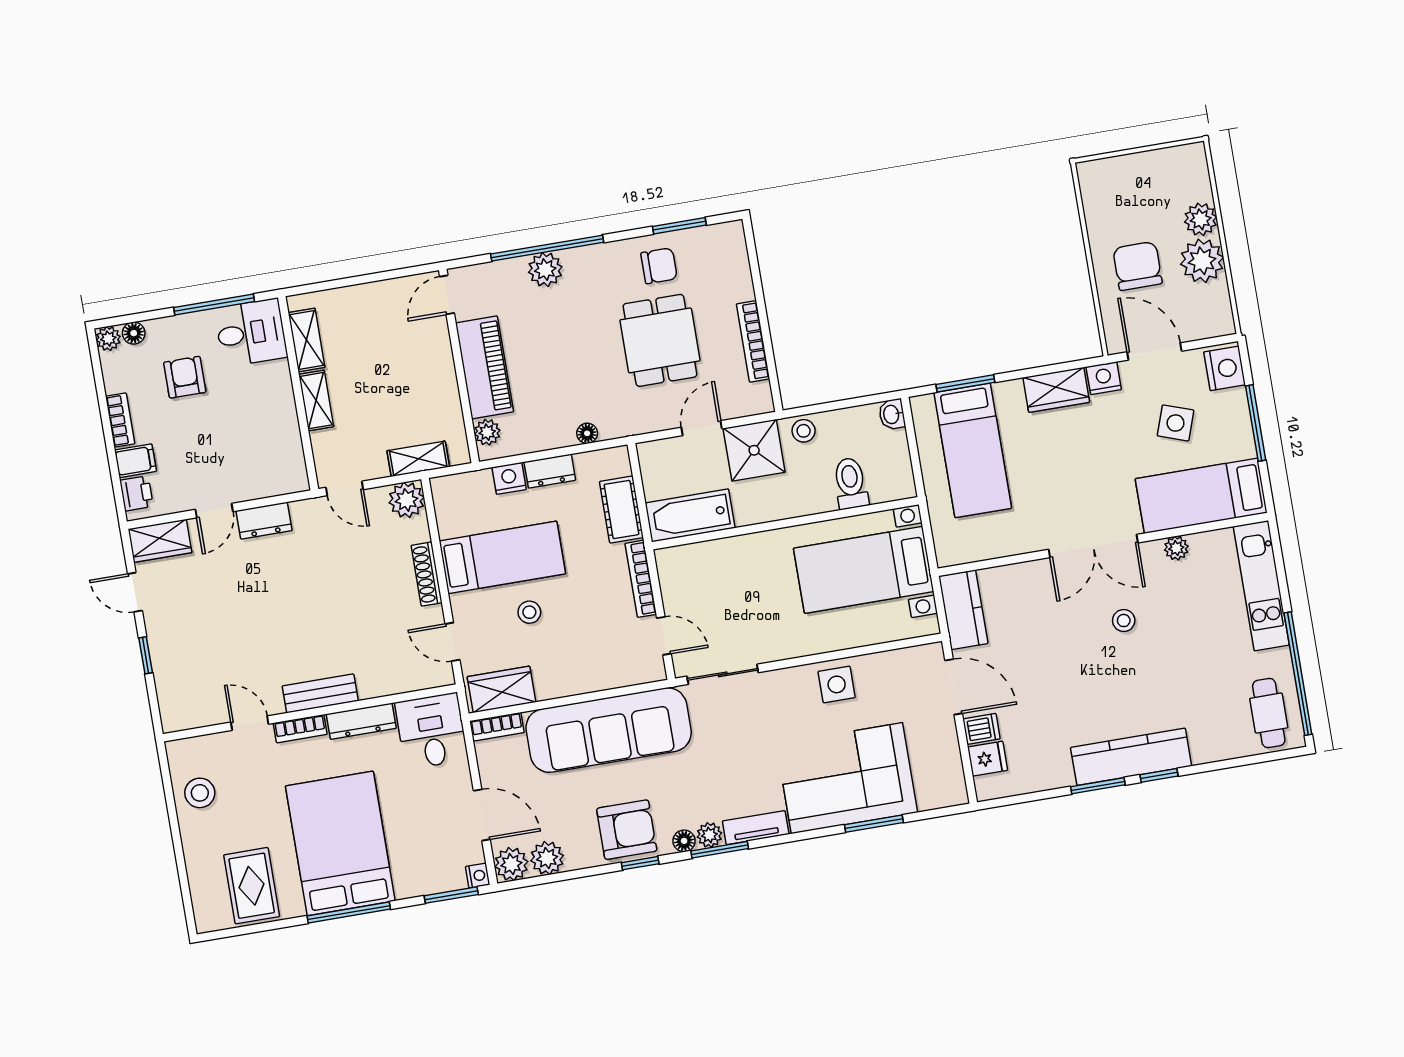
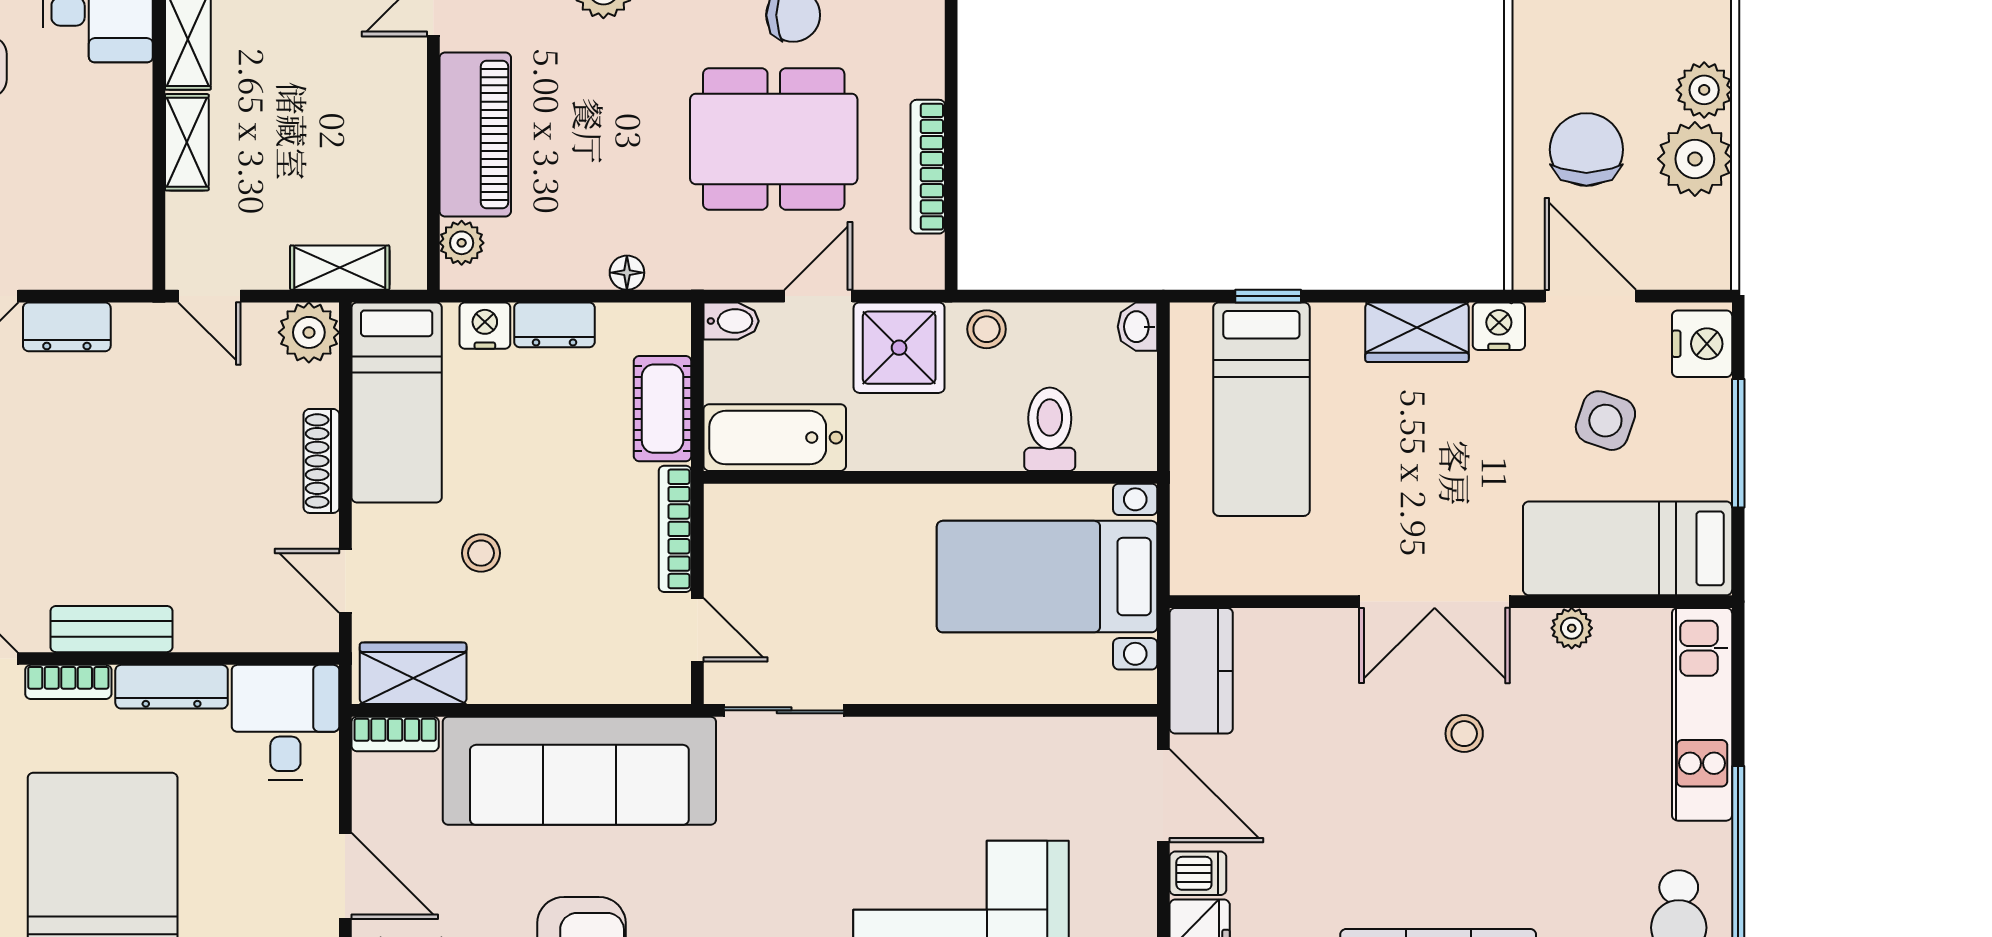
dining table: (660, 340) -> (774, 139), width x1.37
window: (965, 383) -> (1268, 296), width x0.67
bidet: (653, 451) -> (731, 321), added
bed: (502, 557) -> (397, 402), moved, turned 90
side table: (837, 684) -> (970, 759), removed

